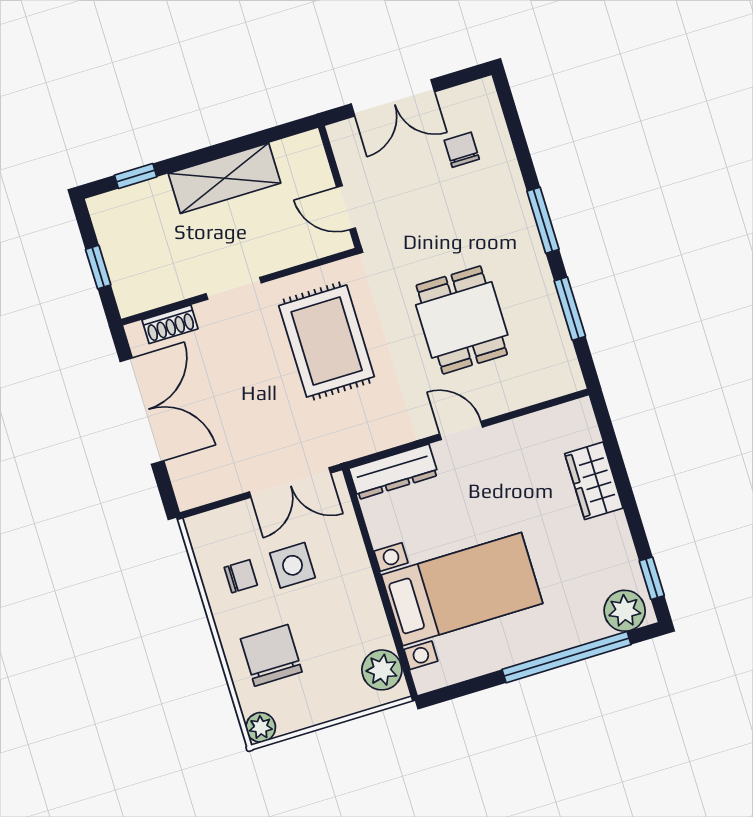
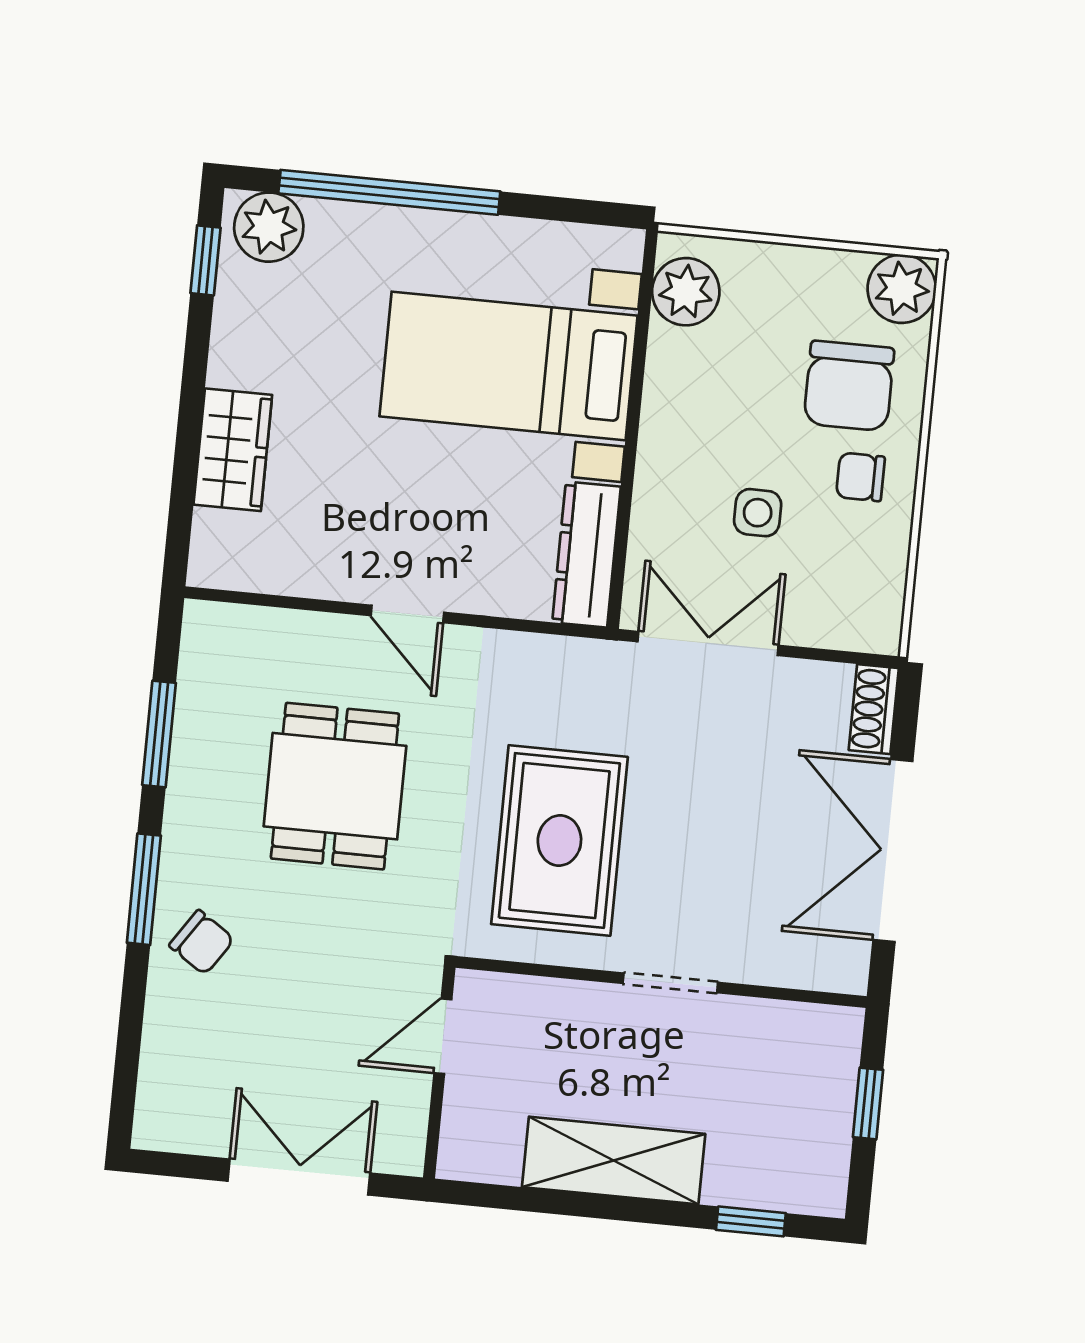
chair: (462, 150) -> (202, 942), moved, turned -56
door: (346, 208) -> (443, 1036), swing flipped
shoe rack: (170, 324) -> (874, 709), moved, turned -90
dresser: (394, 472) -> (586, 555), moved, turned -90
side table: (292, 565) -> (758, 513), width x0.73, depth x0.73
chair: (241, 576) -> (860, 477), moved
plant: (261, 727) -> (902, 289), width x1.38, depth x1.38

